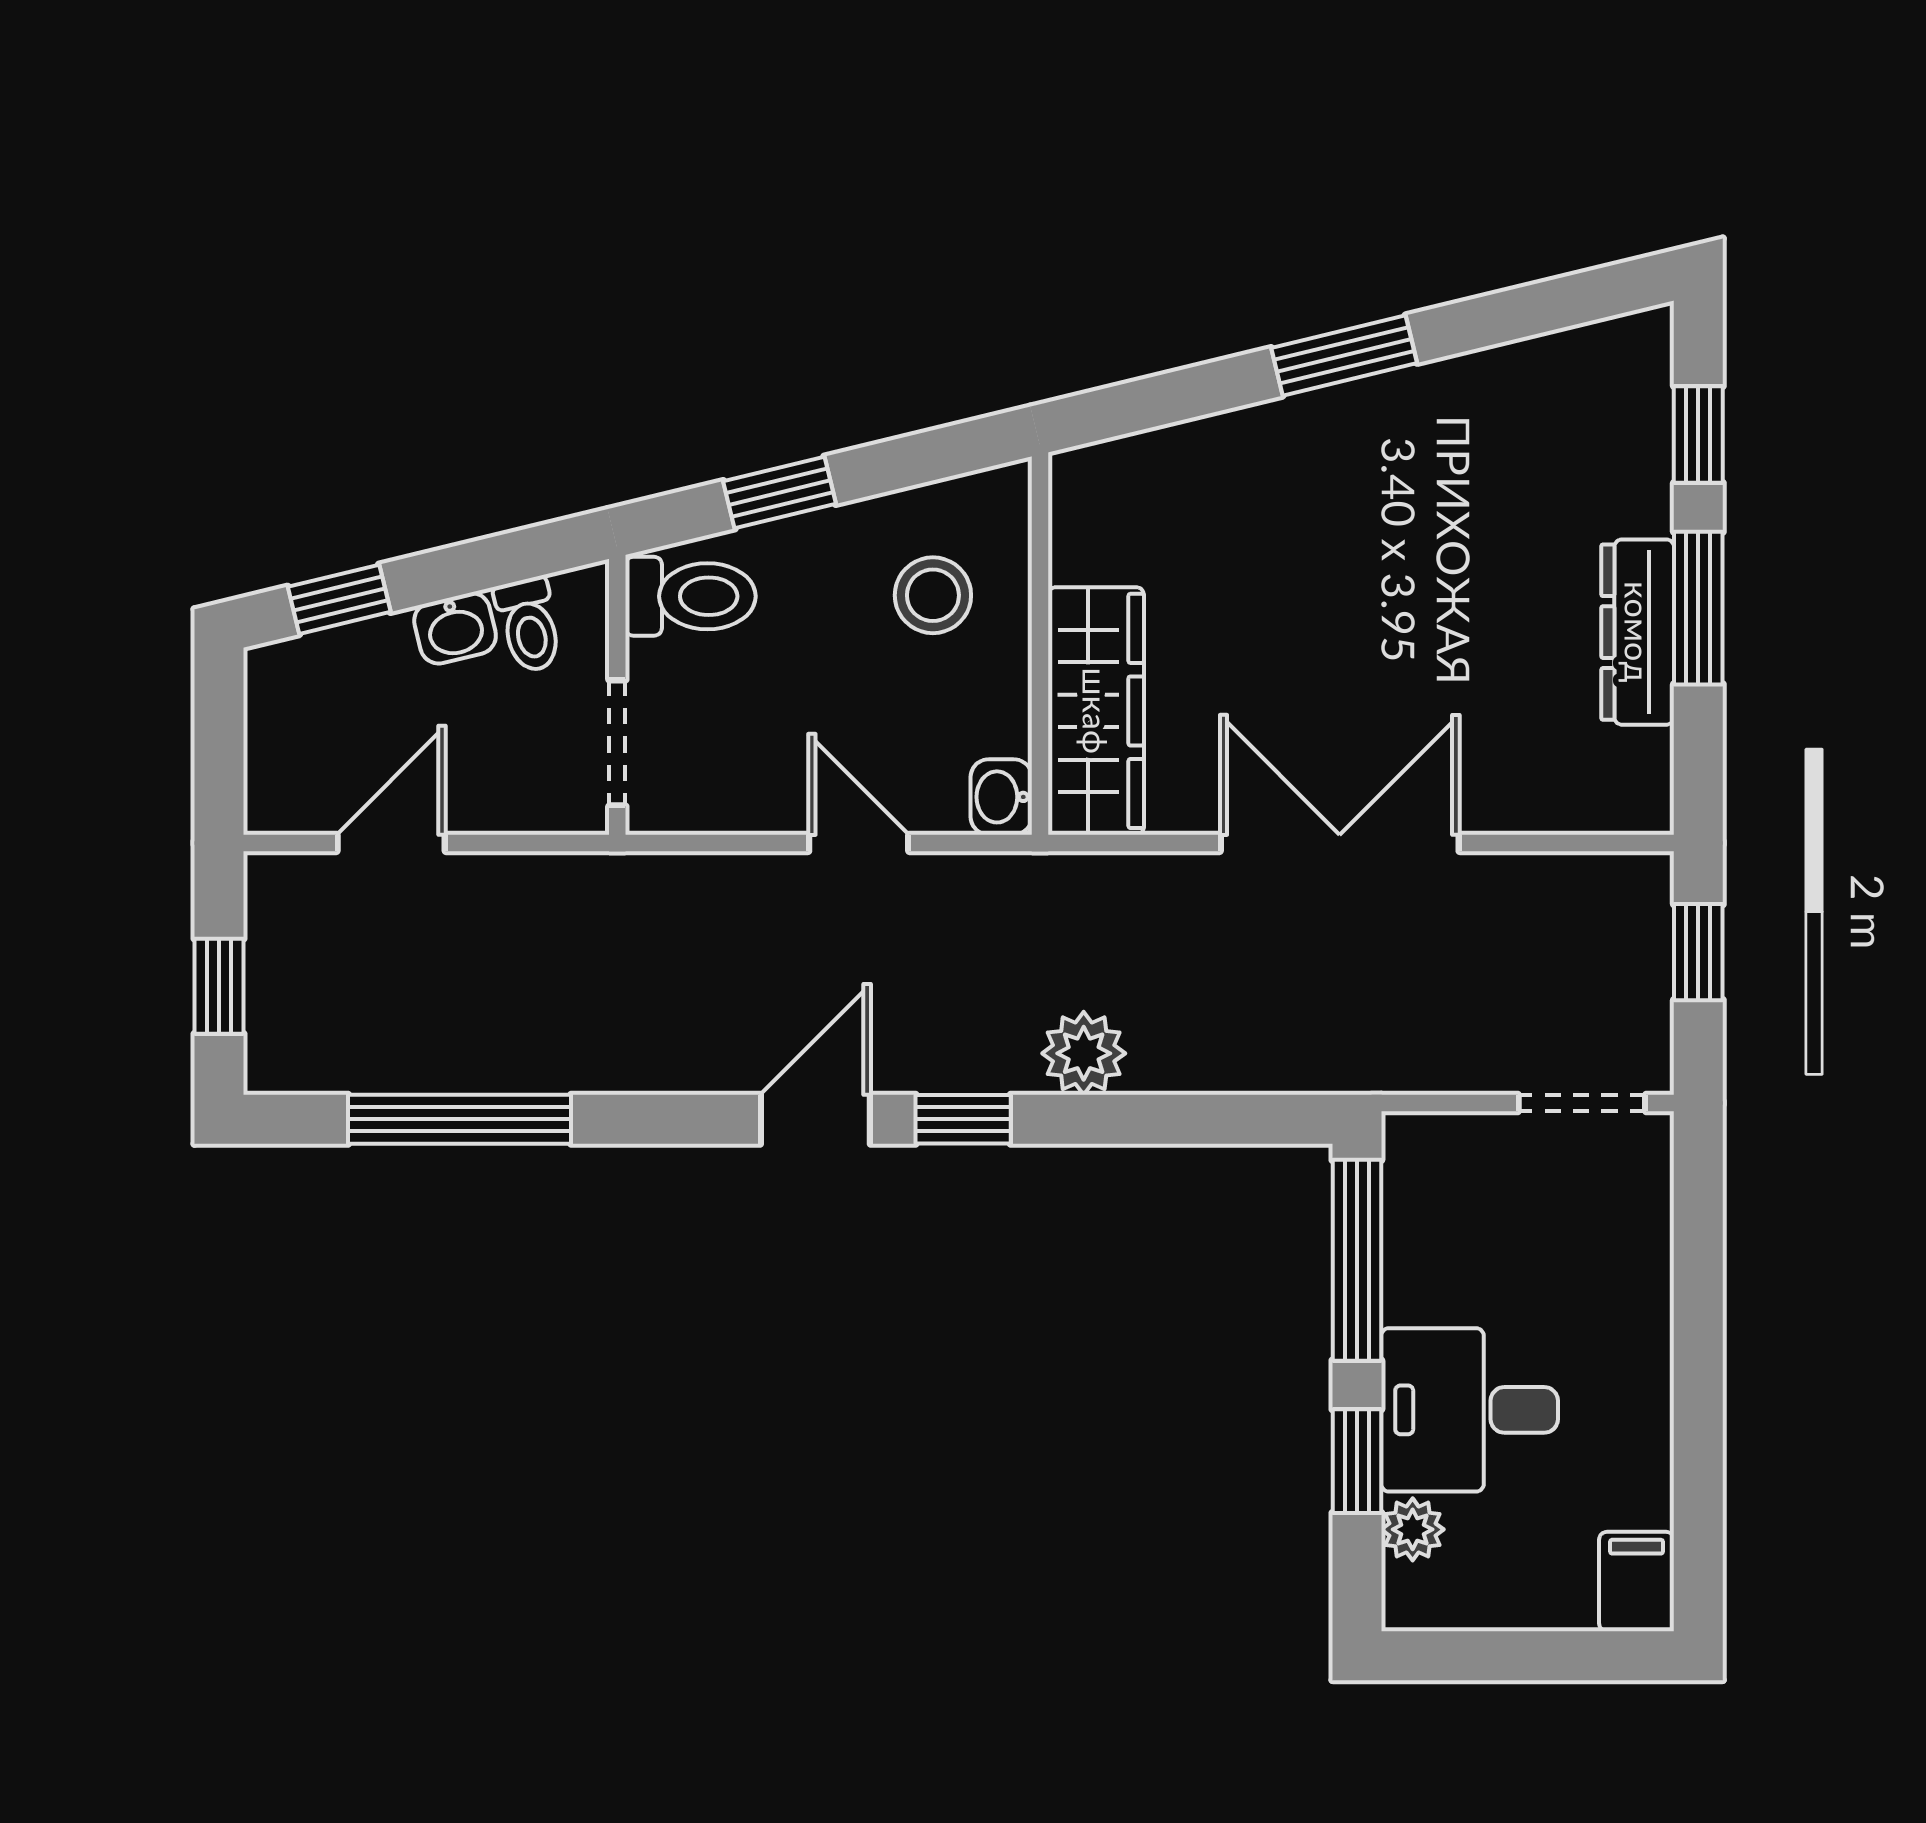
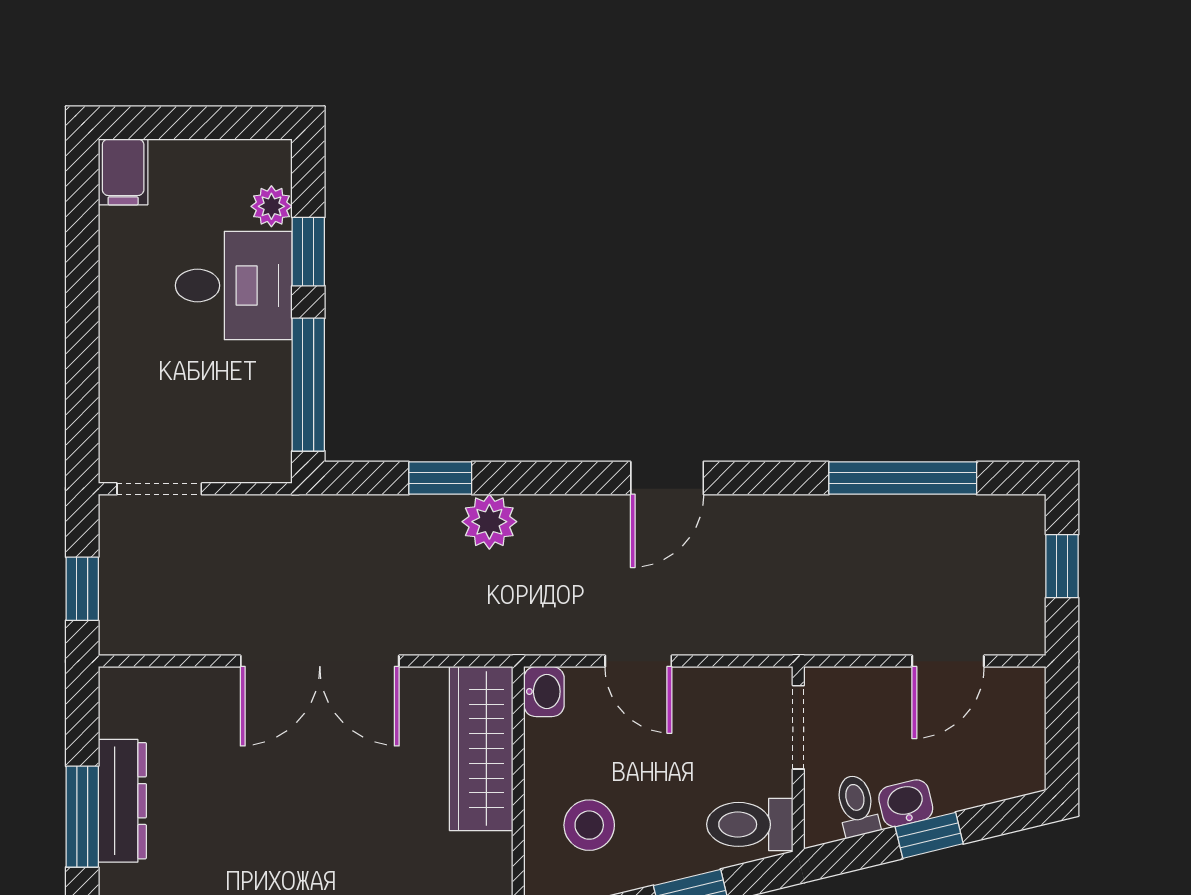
window: (339, 599) -> (929, 835), moved
window: (963, 1119) -> (440, 478), moved

